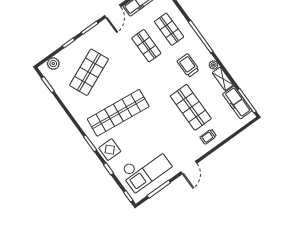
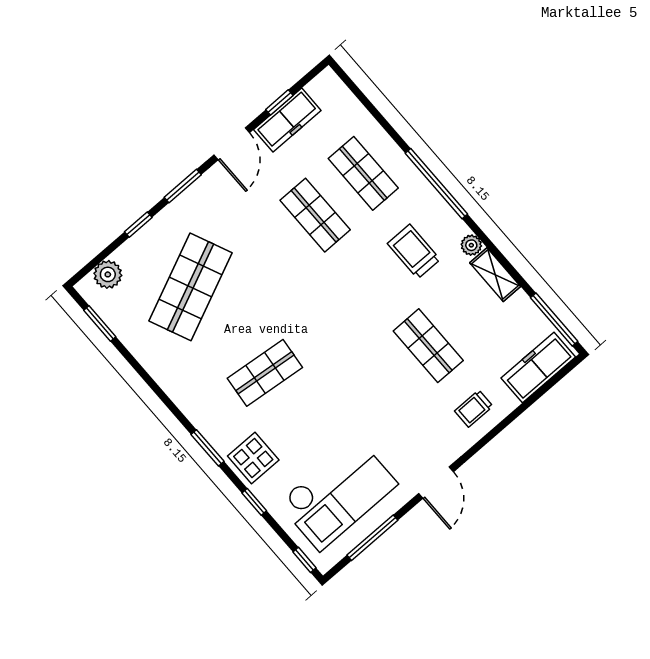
freezer: (237, 102) -> (538, 367), moved, turned 90
shop shelf: (191, 107) -> (428, 346), width x0.70, depth x0.74
shop shelf: (118, 113) -> (265, 373), width x0.50, depth x0.74

